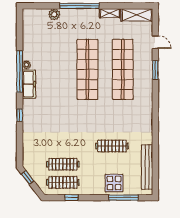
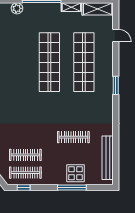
window: (155, 70) -> (116, 85), moved
window: (72, 198) -> (24, 188), moved
window: (123, 198) -> (72, 188), moved

